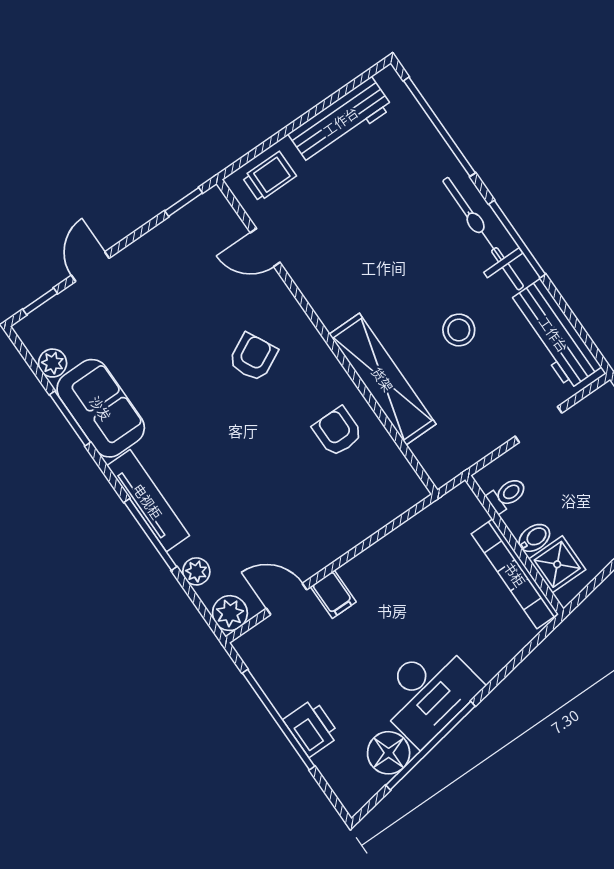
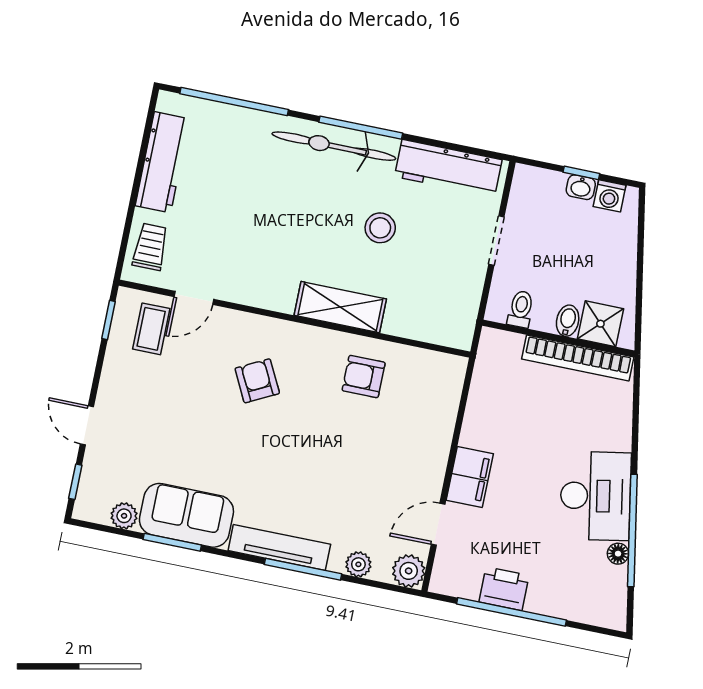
coffee table: (210, 240) -> (151, 329), added
shelving: (383, 379) -> (340, 307), width x0.68
filing cabinet: (333, 594) -> (470, 477), width x2.00
printer: (311, 728) -> (504, 589), moved
floor lamp: (389, 753) -> (618, 554), width x0.53, depth x0.53

